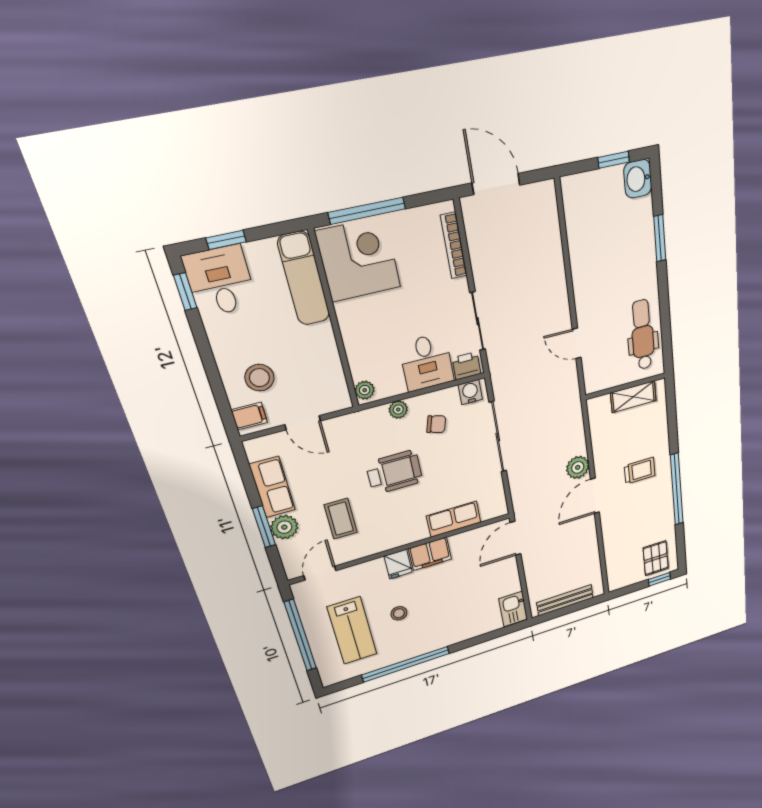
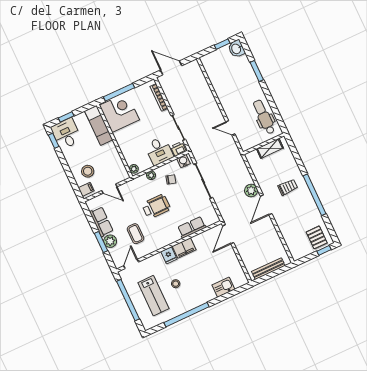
kitchen sink: (513, 609) -> (223, 287), moved, turned 90

